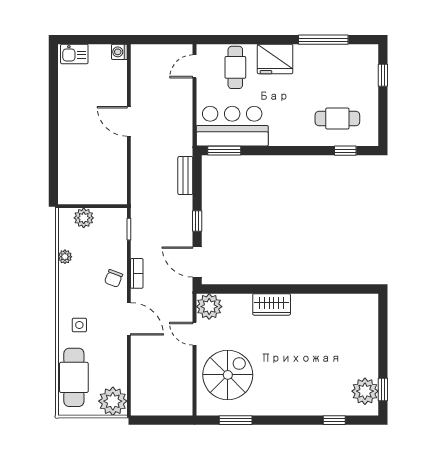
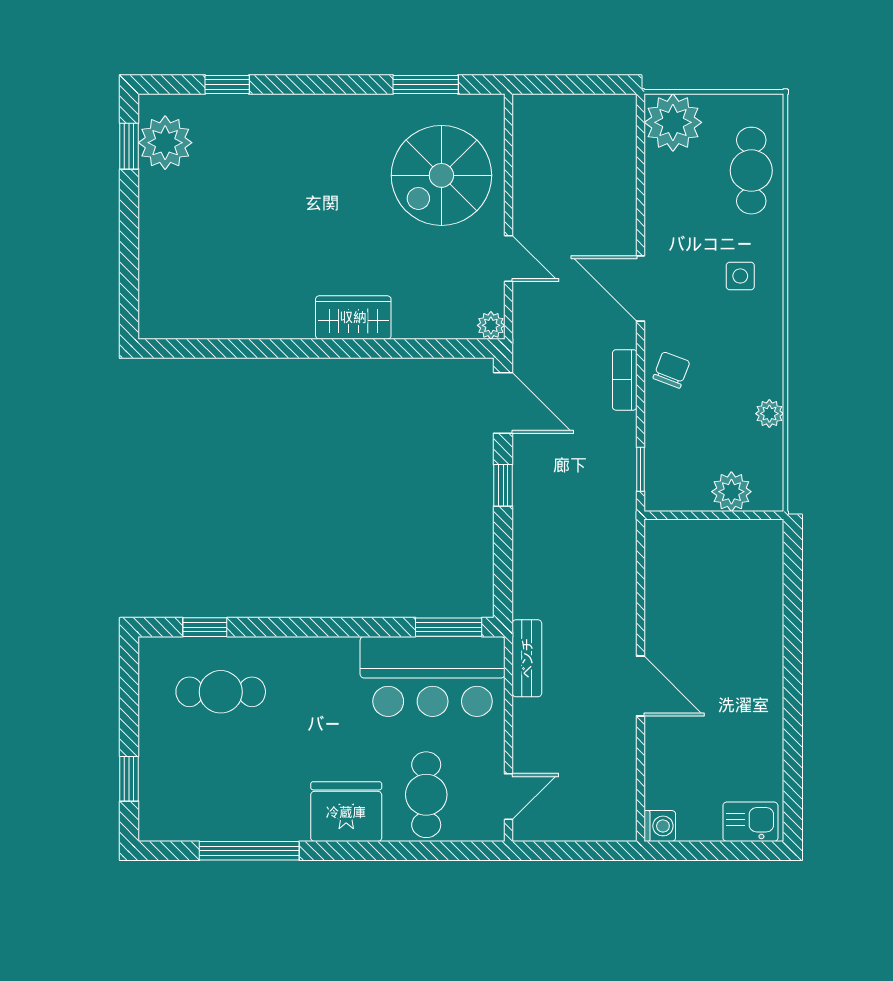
bench: (185, 176) -> (527, 658), moved
plant: (209, 307) -> (491, 325), width x0.53, depth x0.53
cafe table: (74, 377) -> (751, 171), width x0.73, depth x0.74

